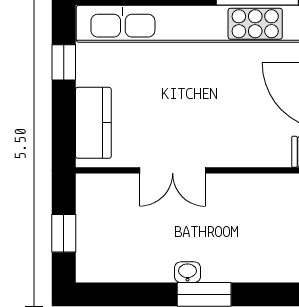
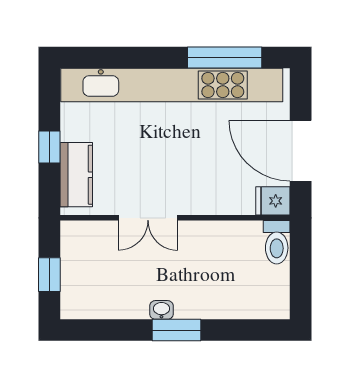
window: (64, 62) -> (49, 147), moved

